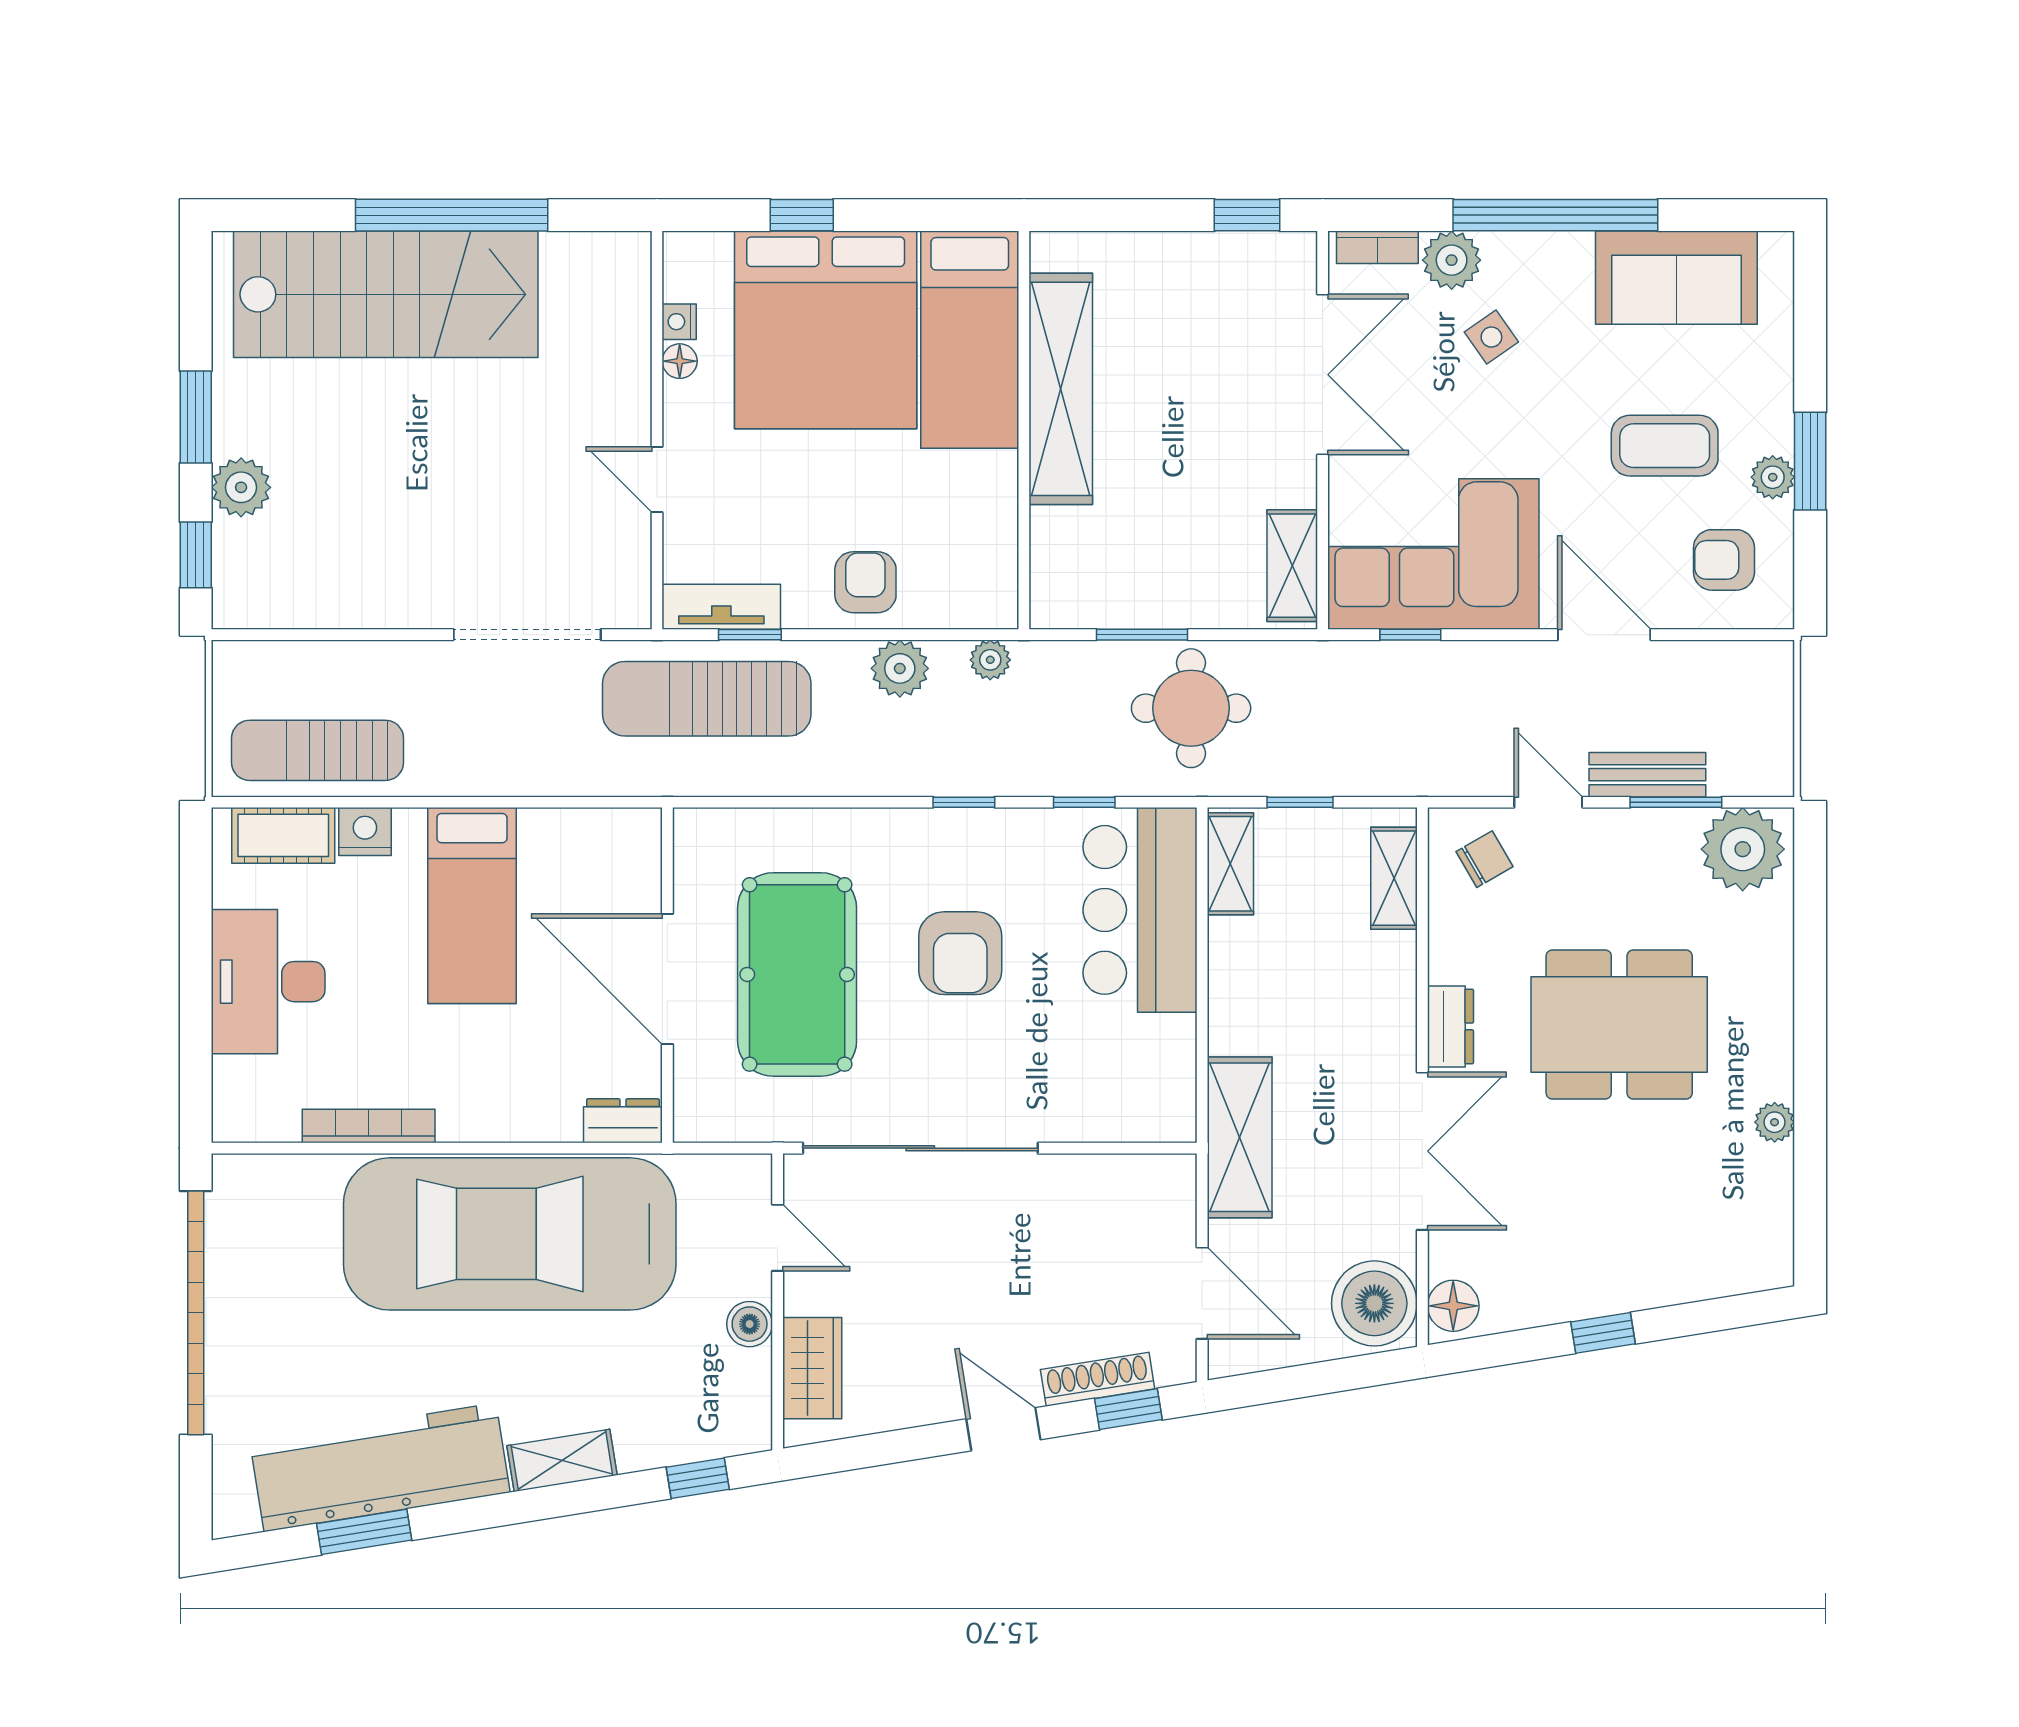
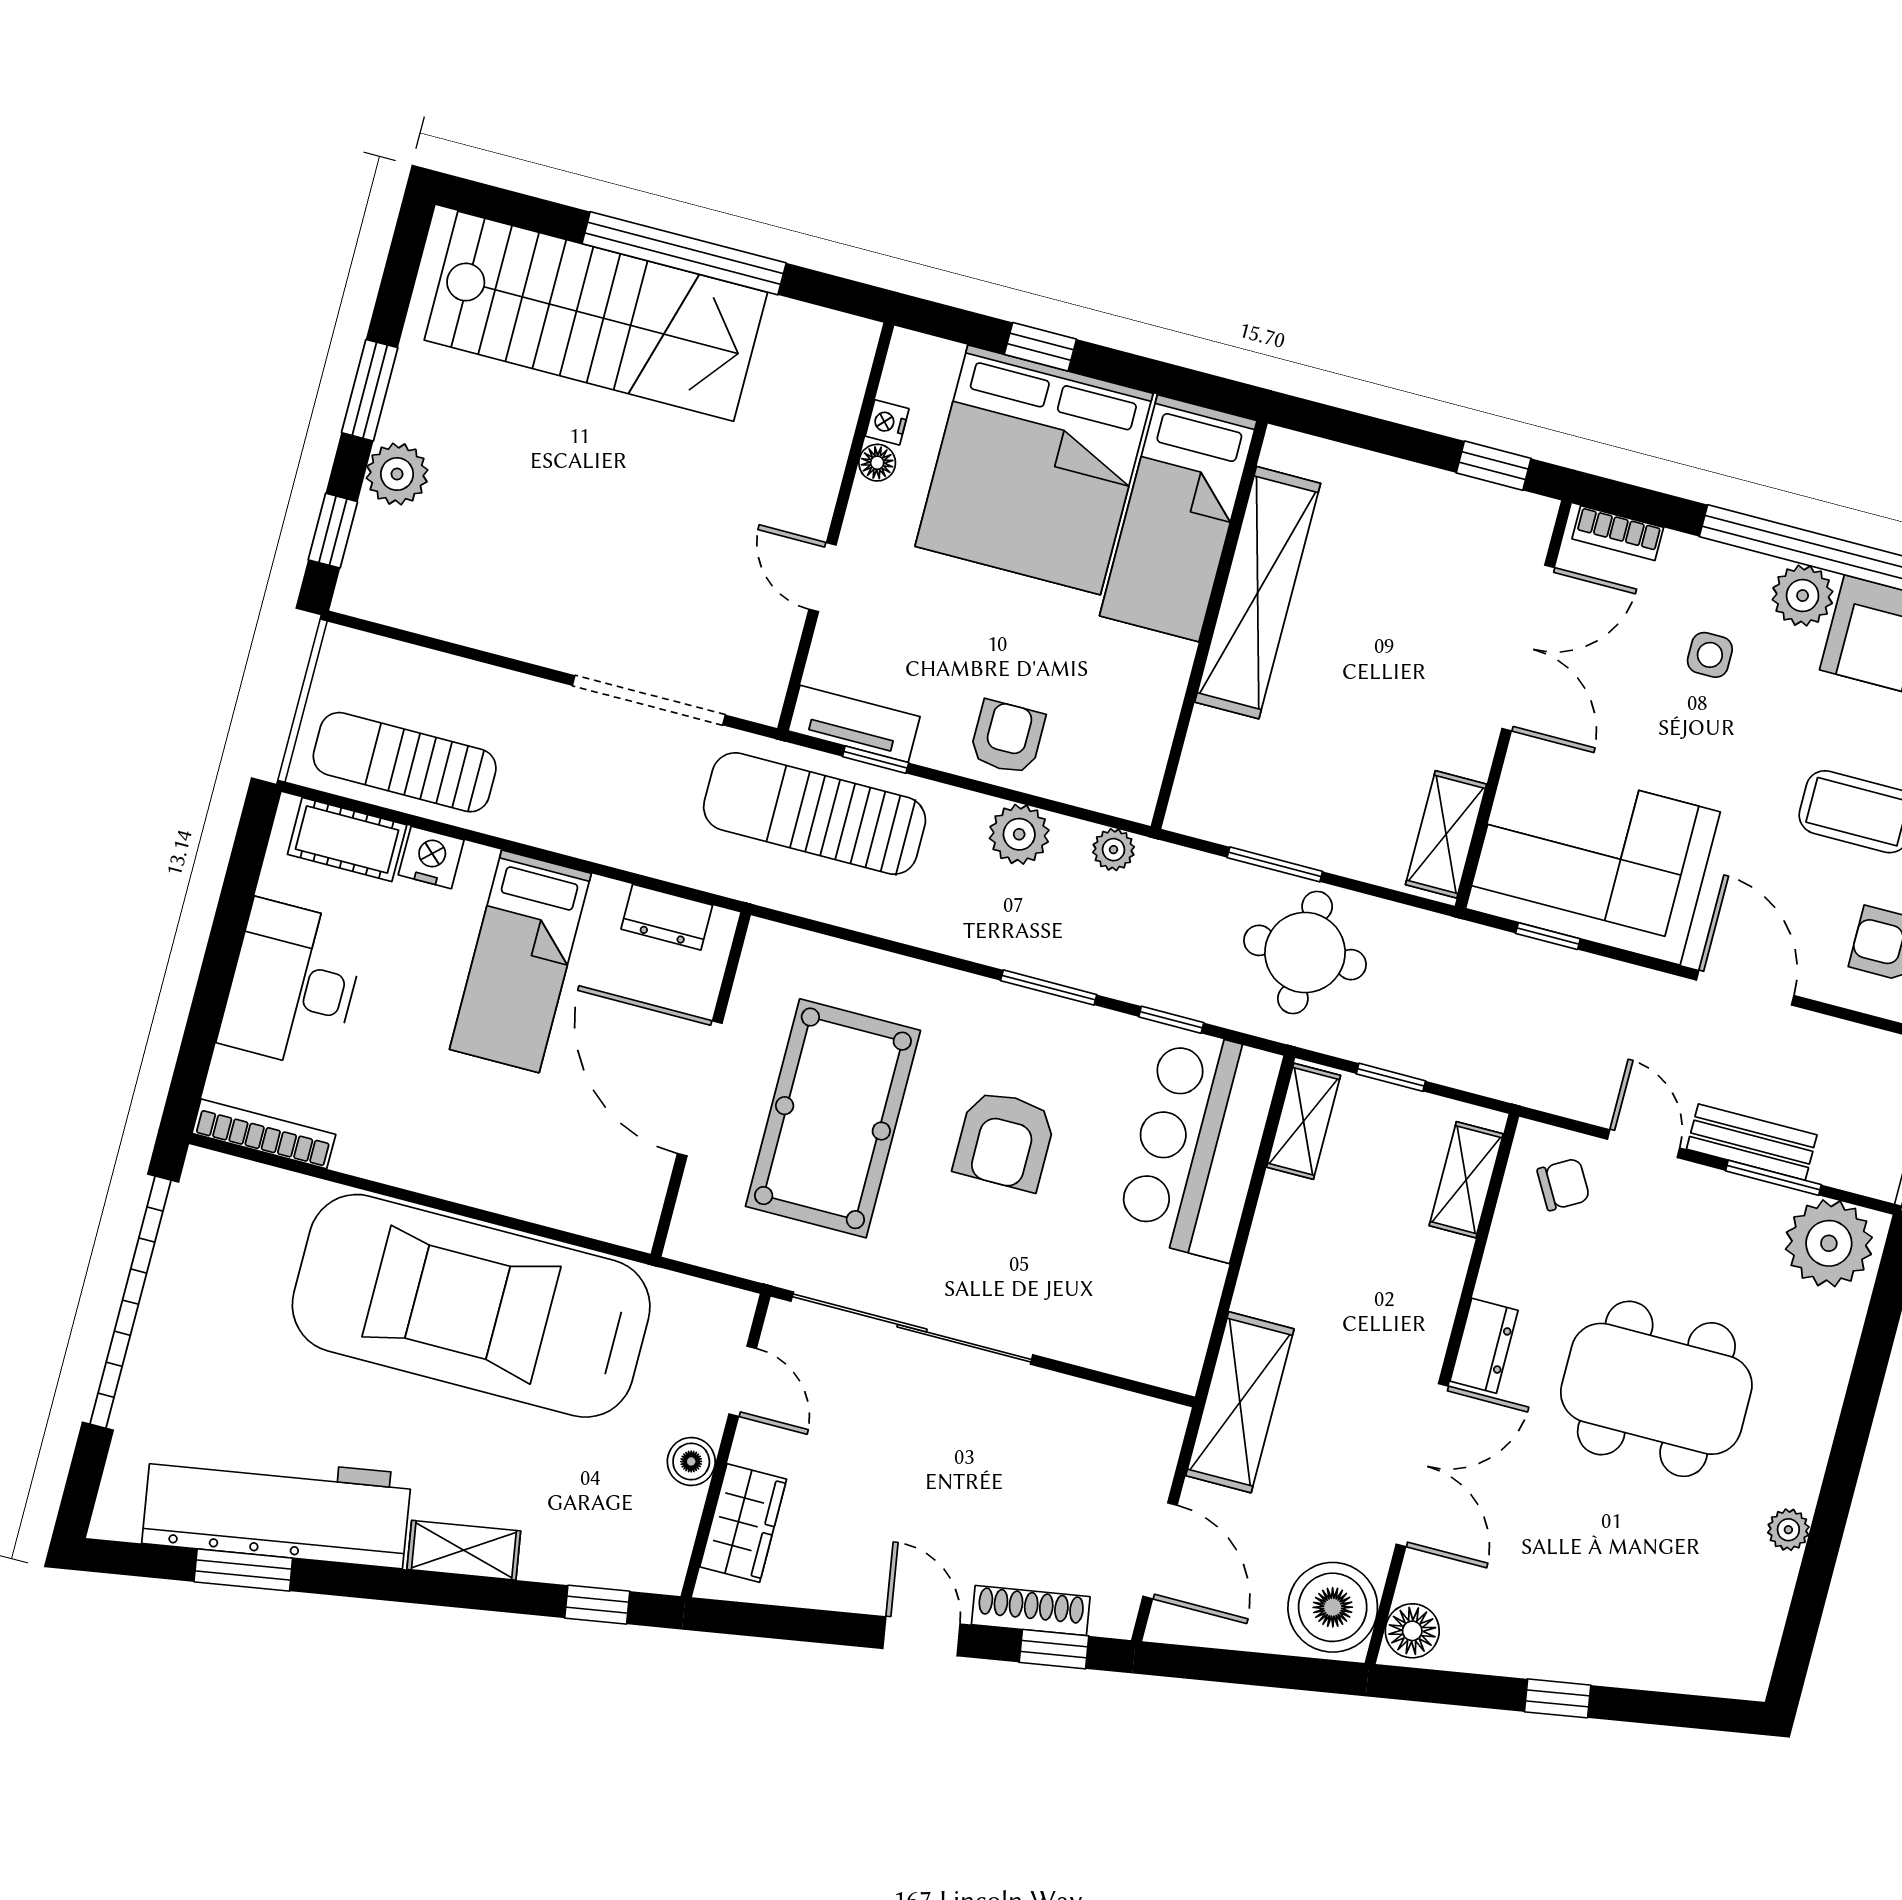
plant: (1452, 260) -> (1803, 596), moved
side table: (1491, 337) -> (1710, 655), turned 35
window: (964, 802) -> (1049, 988), width x1.50
dresser: (623, 1121) -> (667, 917), moved, turned 180
bookcase: (369, 1126) -> (264, 1134), moved

